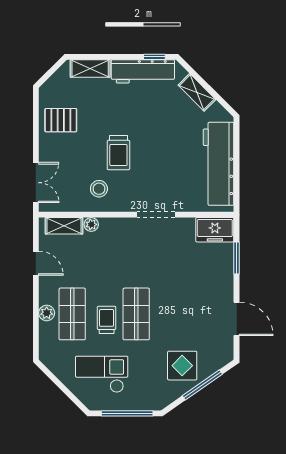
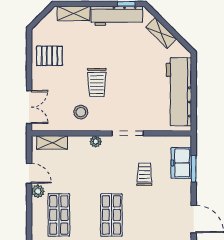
plant: (91, 224) -> (96, 141), moved
freezer: (215, 230) -> (181, 163), moved, turned 90
plant: (47, 313) -> (38, 191), moved
trolley: (107, 320) -> (144, 174), moved

